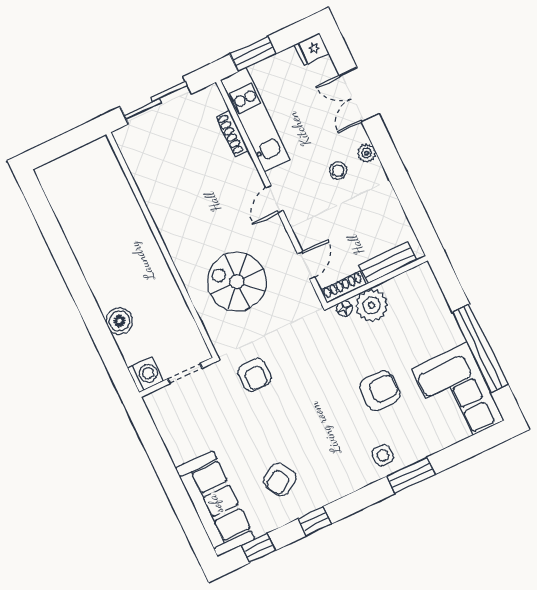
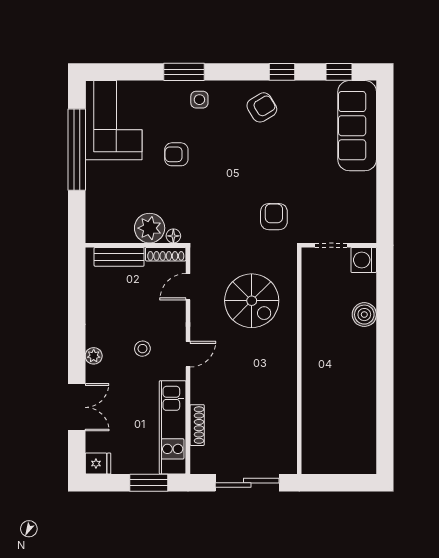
stool: (338, 171) -> (142, 349), moved
armchair: (380, 390) -> (176, 154), width x0.72, depth x0.72
armchair: (280, 479) -> (262, 107), moved

